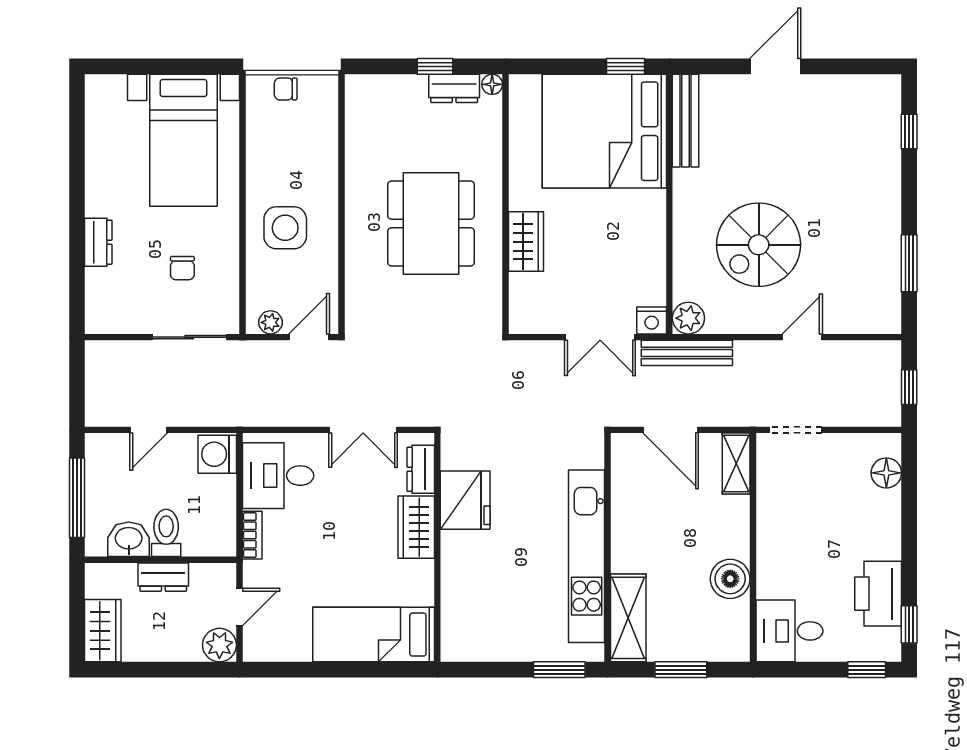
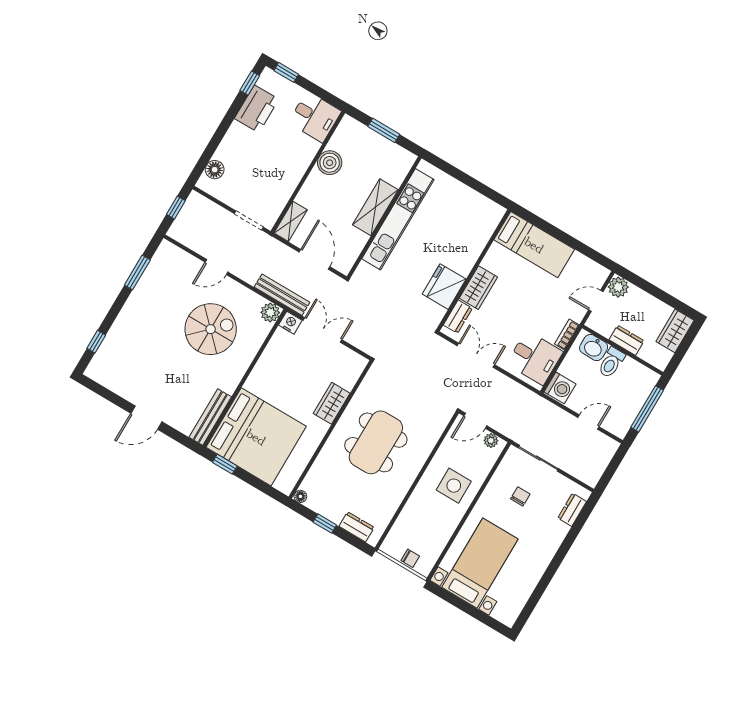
dresser: (454, 88) -> (357, 527), moved
dresser: (98, 242) -> (572, 510), moved
washbasin: (129, 539) -> (594, 347), moved
shelving: (628, 618) -> (375, 207), moved
window: (559, 670) -> (448, 168), removed

